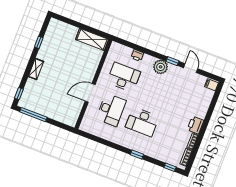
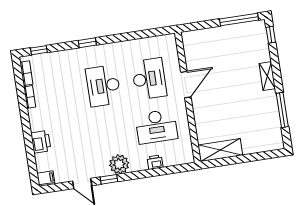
window: (39, 42) -> (282, 110), width x2.17
desk: (111, 110) -> (149, 79), turned 180
desk: (142, 122) -> (103, 86), turned -90
printer: (196, 125) -> (41, 142), moved

